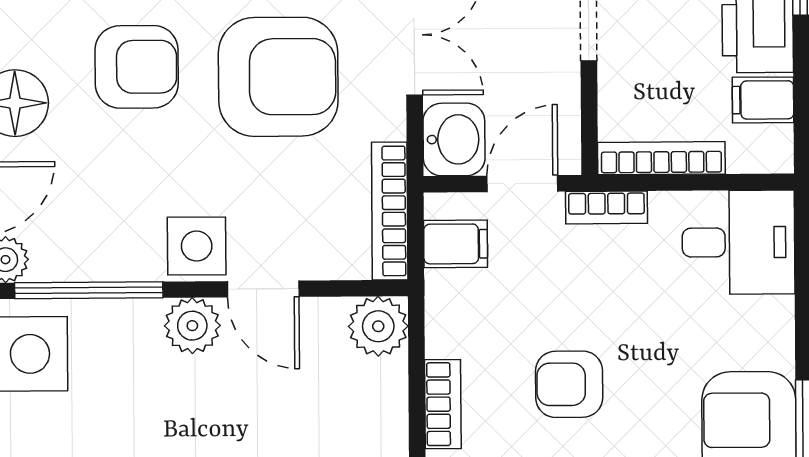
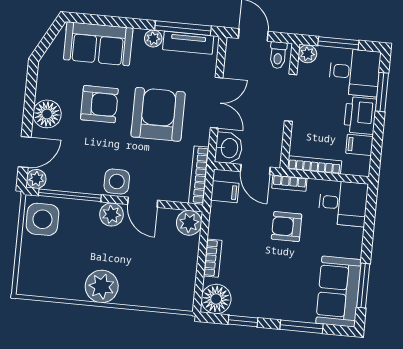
armchair: (278, 77) -> (158, 114), turned -90
door: (522, 184) -> (255, 169), swing flipped
armchair: (569, 384) -> (287, 227), moved

